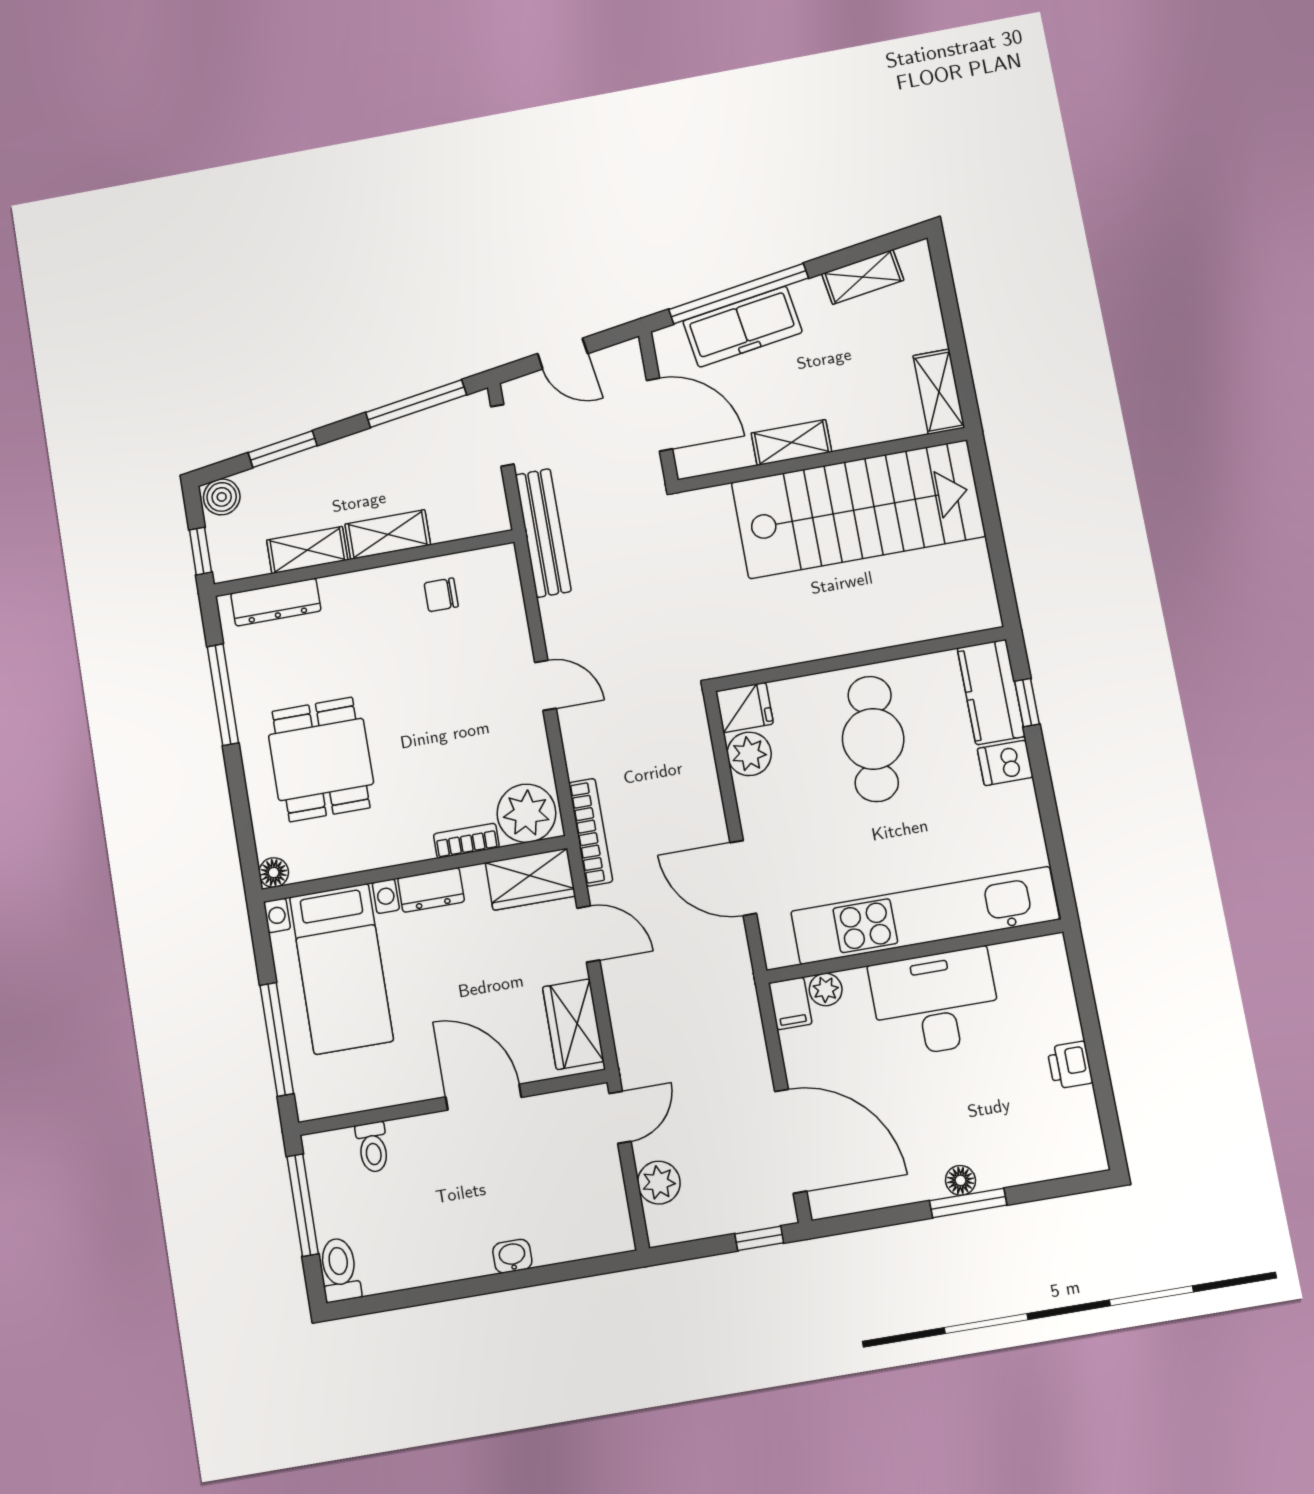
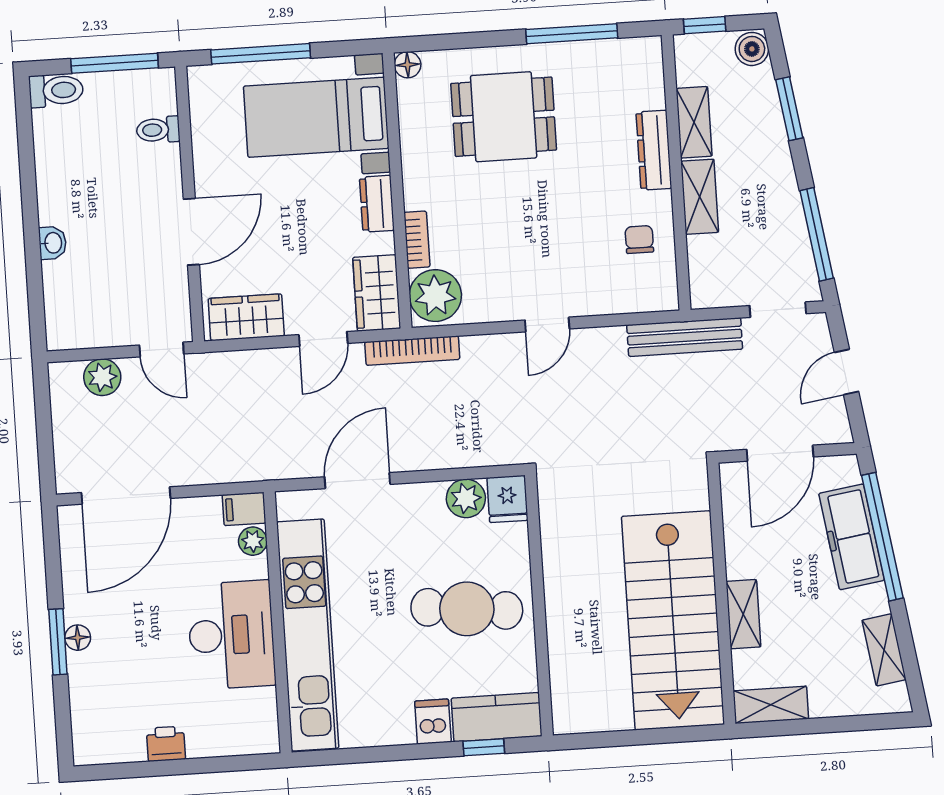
shelving: (791, 443) -> (743, 614), moved
dresser: (276, 602) -> (654, 150), moved
window: (759, 1238) -> (46, 459), removed

